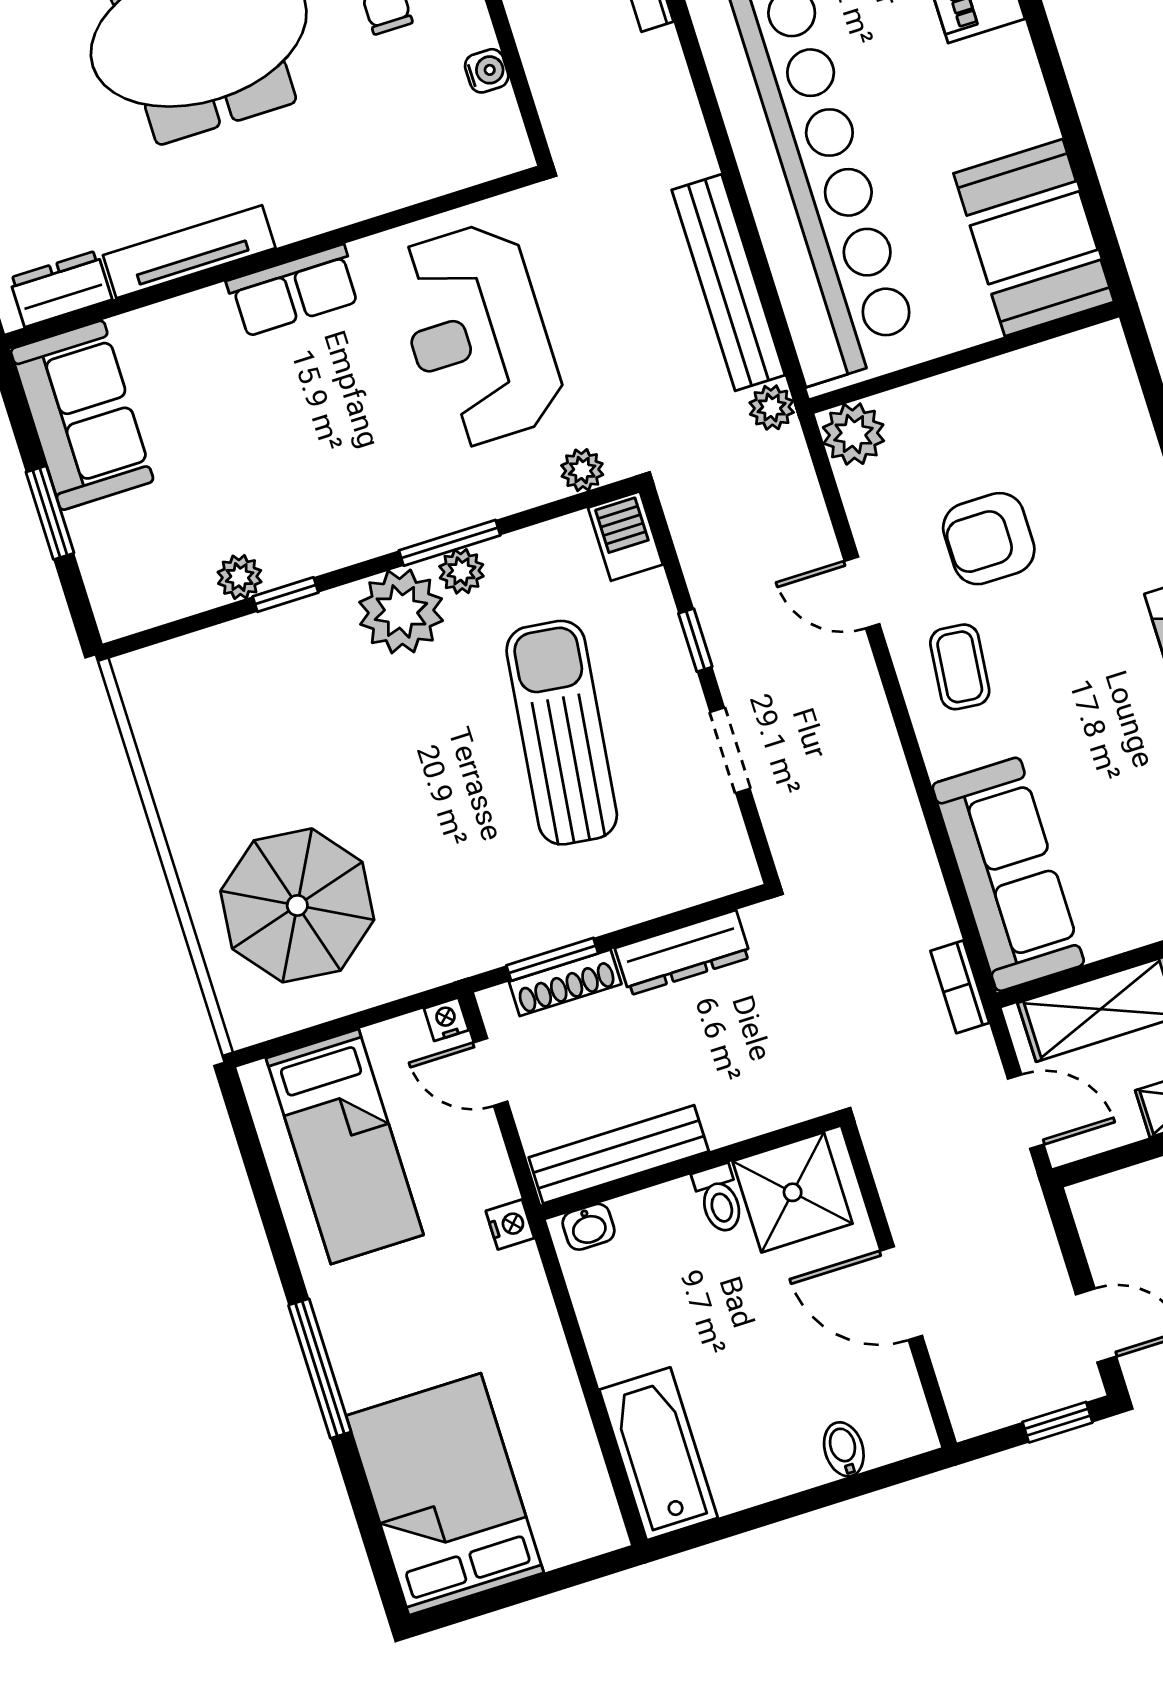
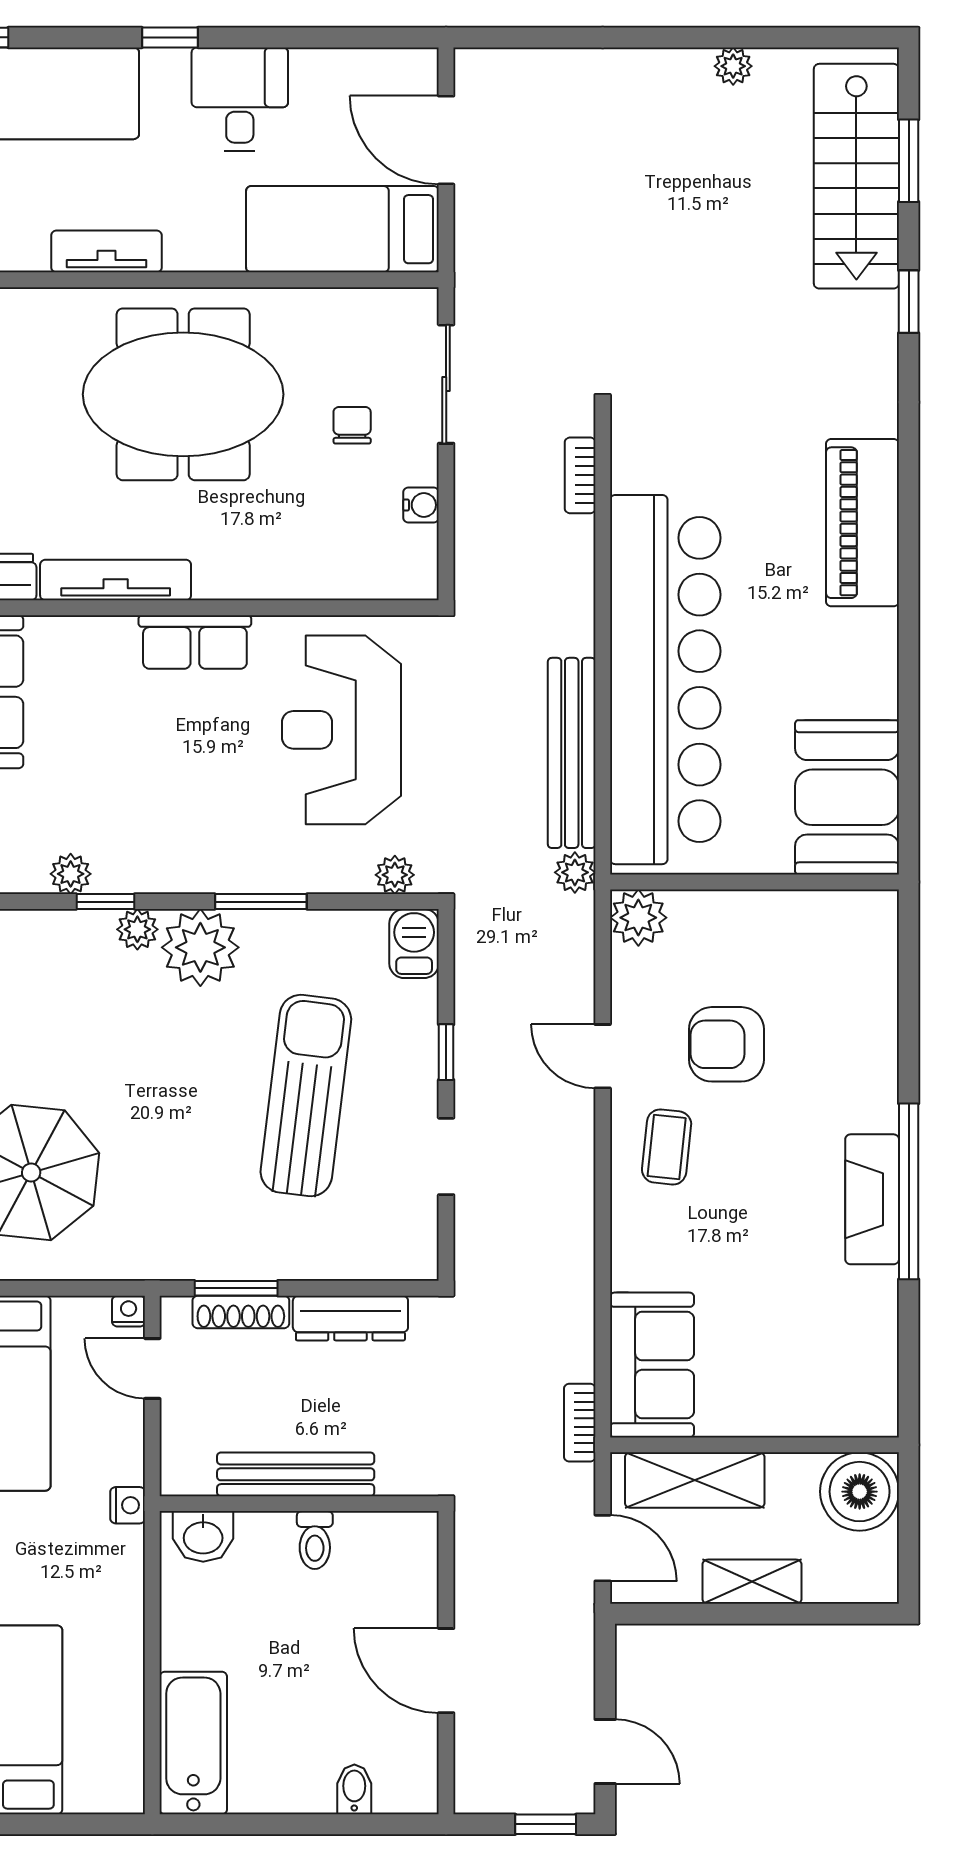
plant: (461, 571) -> (137, 929), moved
sofa: (1008, 874) -> (652, 1365), width x0.73
bench: (619, 1154) -> (296, 1474), moved
shower: (793, 1192) -> (380, 1554), removed
washbasin: (589, 1227) -> (203, 1536), width x1.38, depth x1.45

